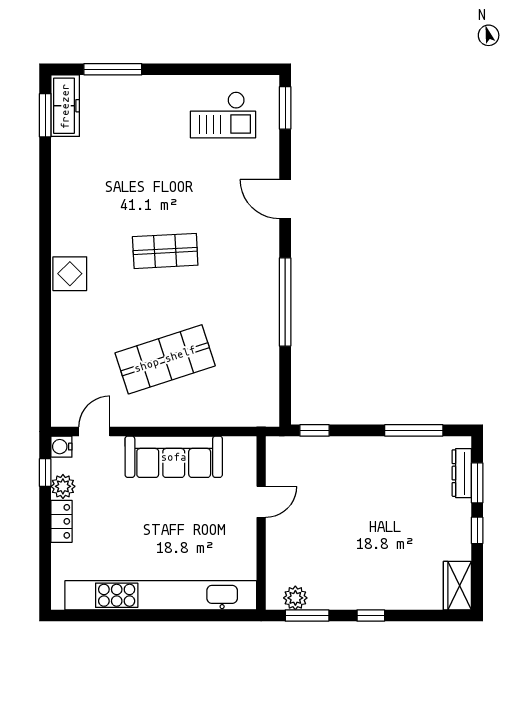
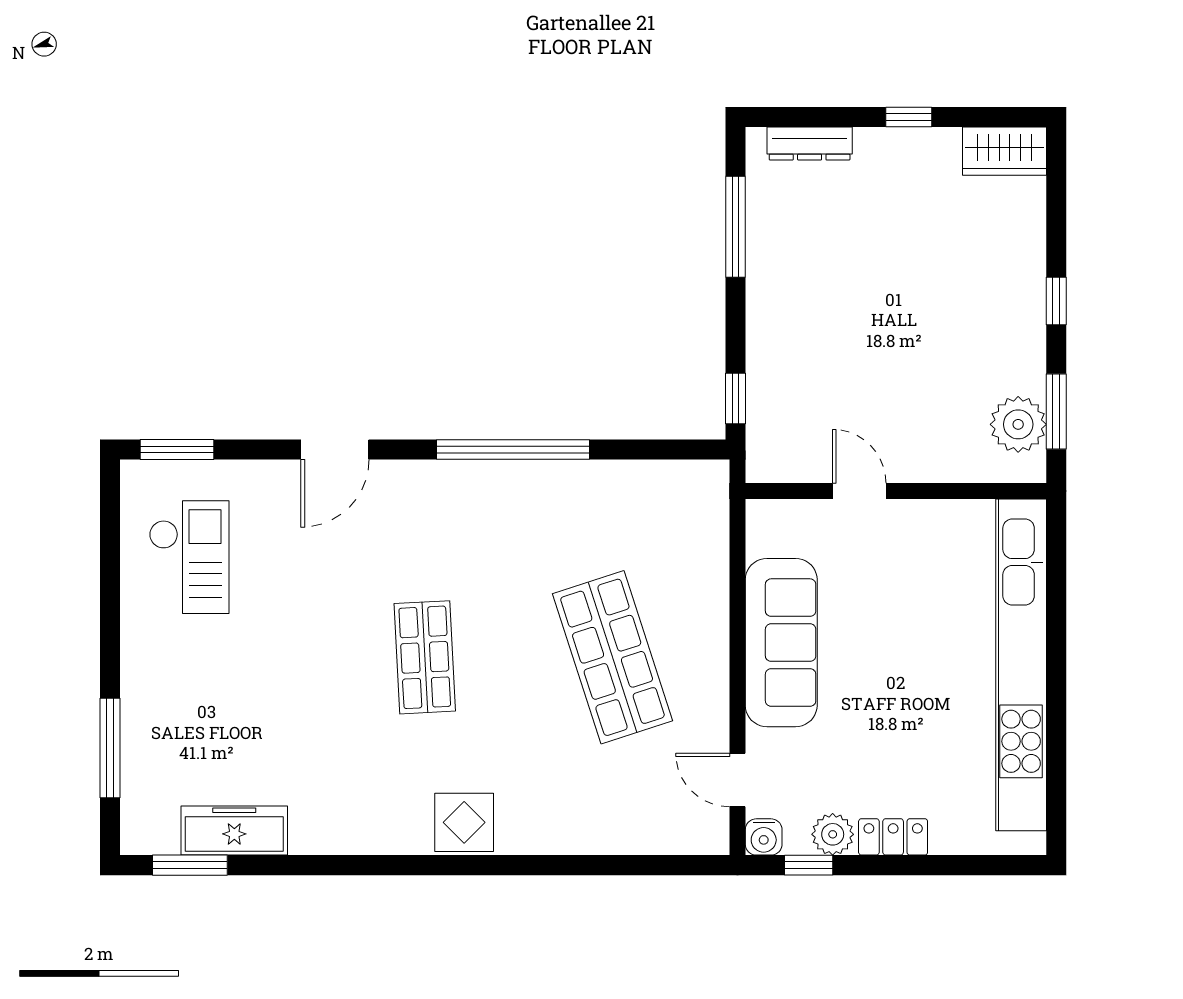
freezer: (65, 106) -> (234, 831), moved
window: (477, 483) -> (826, 117), removed
plant: (295, 598) -> (1018, 424), width x1.36, depth x1.36

